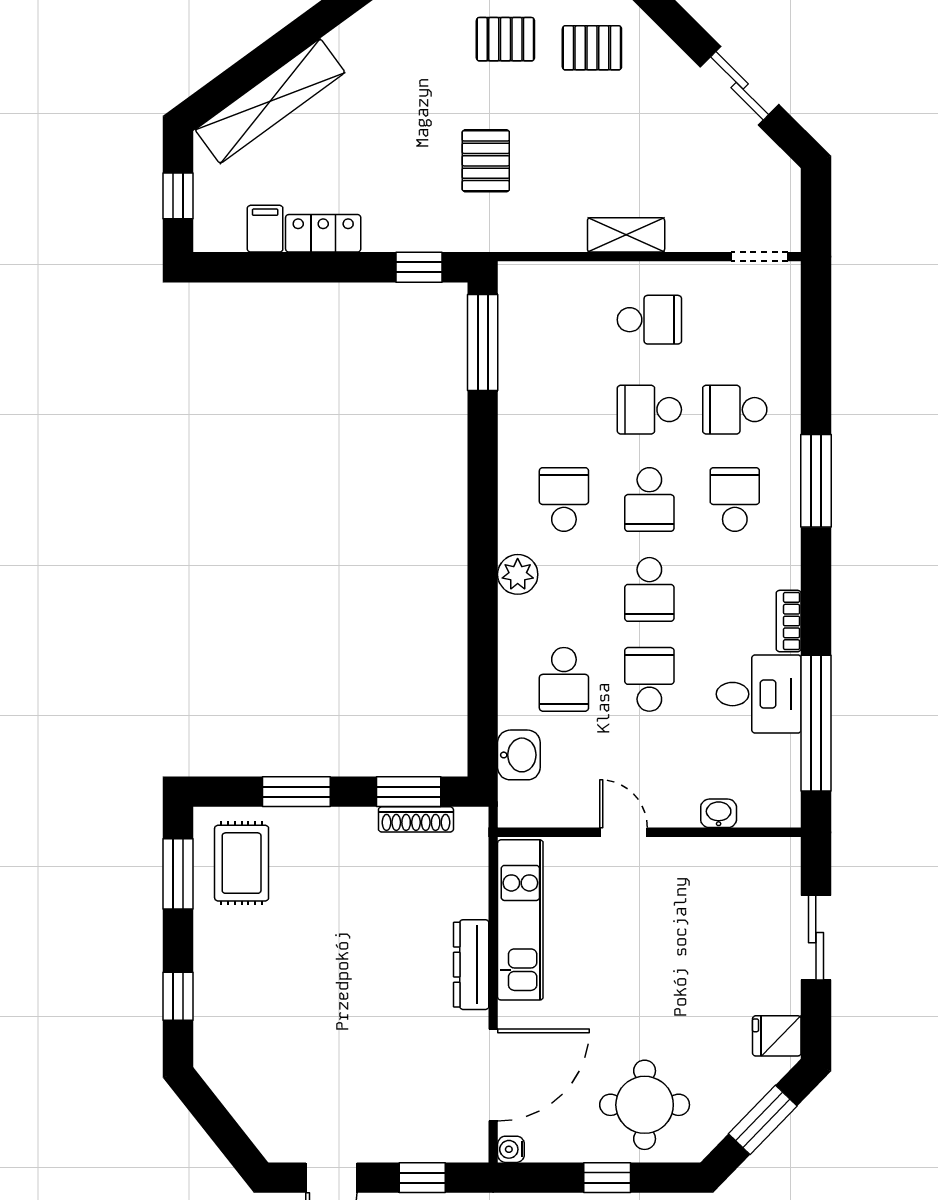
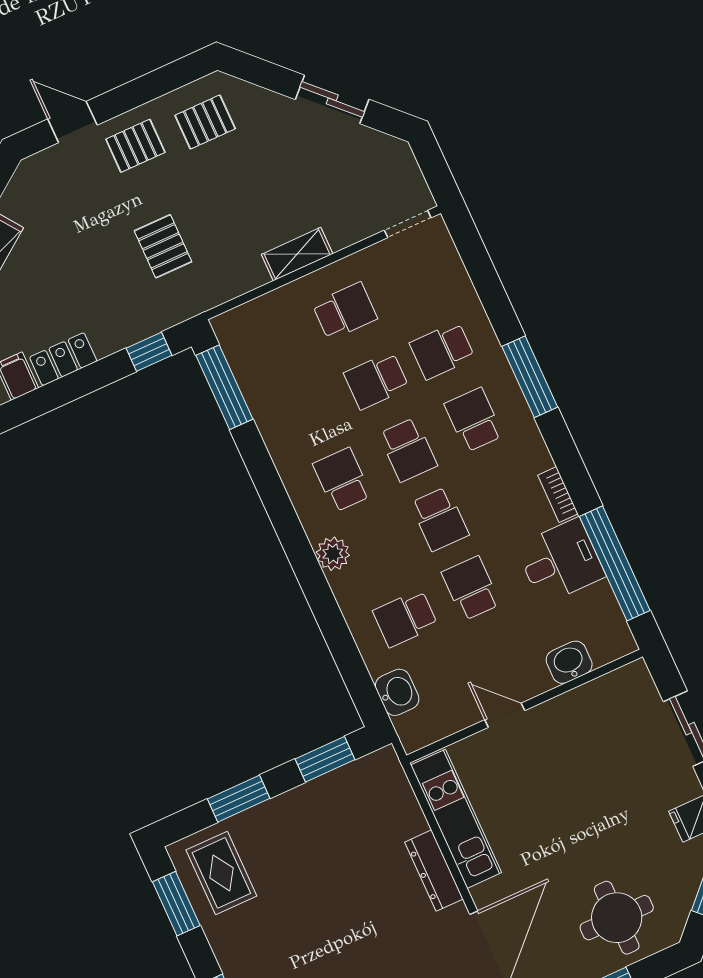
school desk: (564, 679) -> (405, 618), turned 90
washbasin: (719, 813) -> (569, 662), width x1.38, depth x1.45
shoe rack: (416, 819) -> (340, 778), removed

